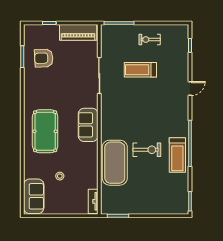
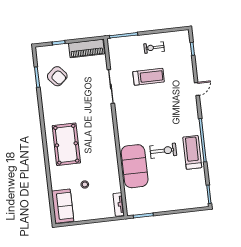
armchair: (44, 58) -> (57, 76), turned -128
treadmill: (140, 70) -> (149, 77), turned 180
sofa: (88, 125) -> (106, 134), removed
treadmill: (177, 155) -> (192, 152), turned 180

